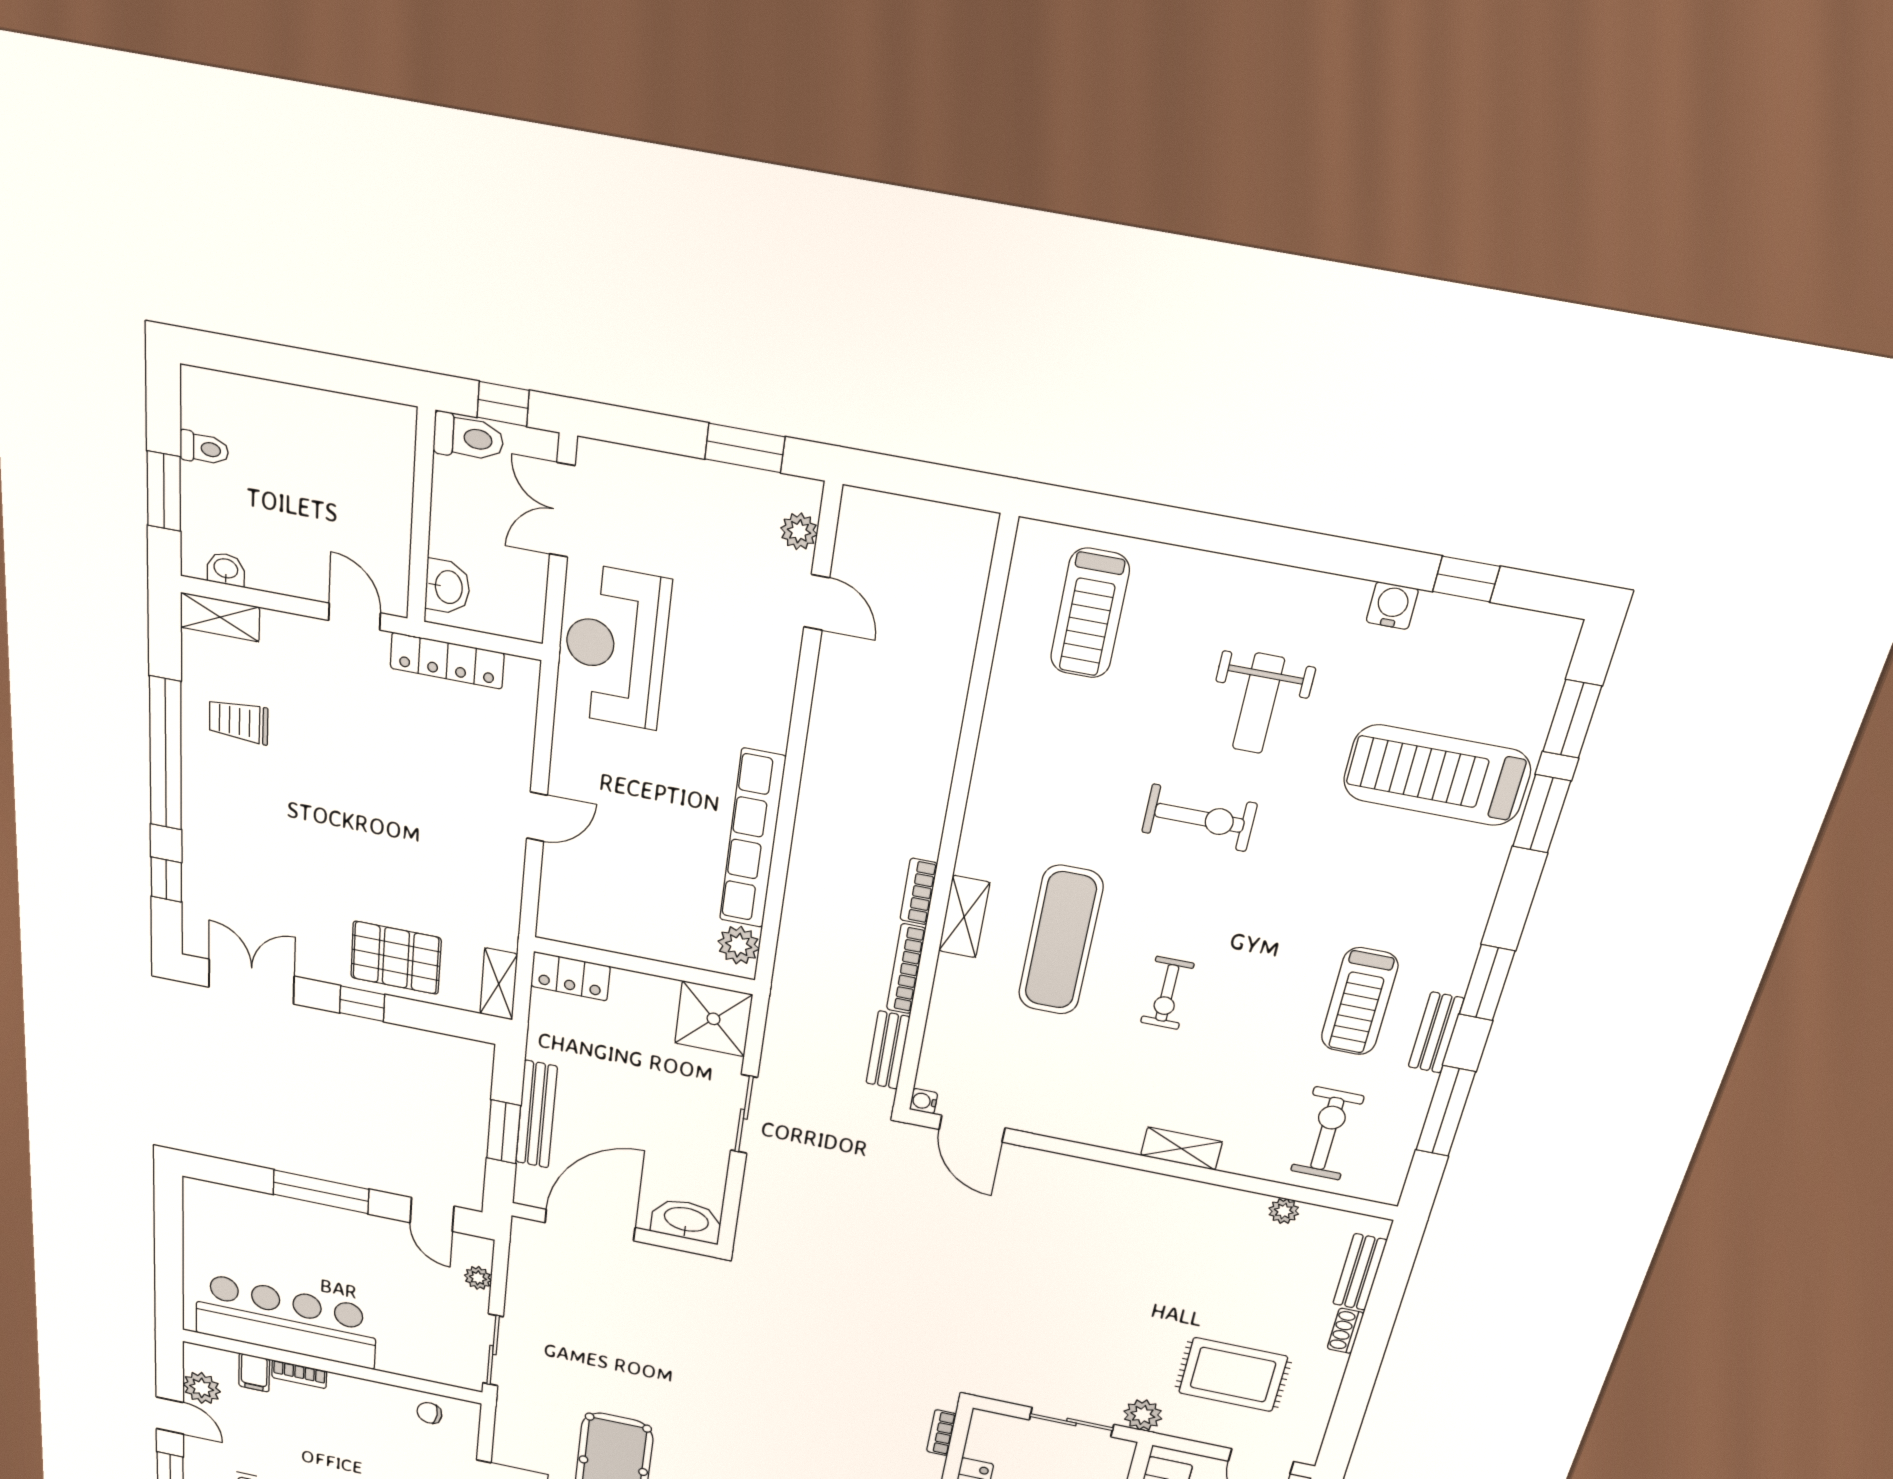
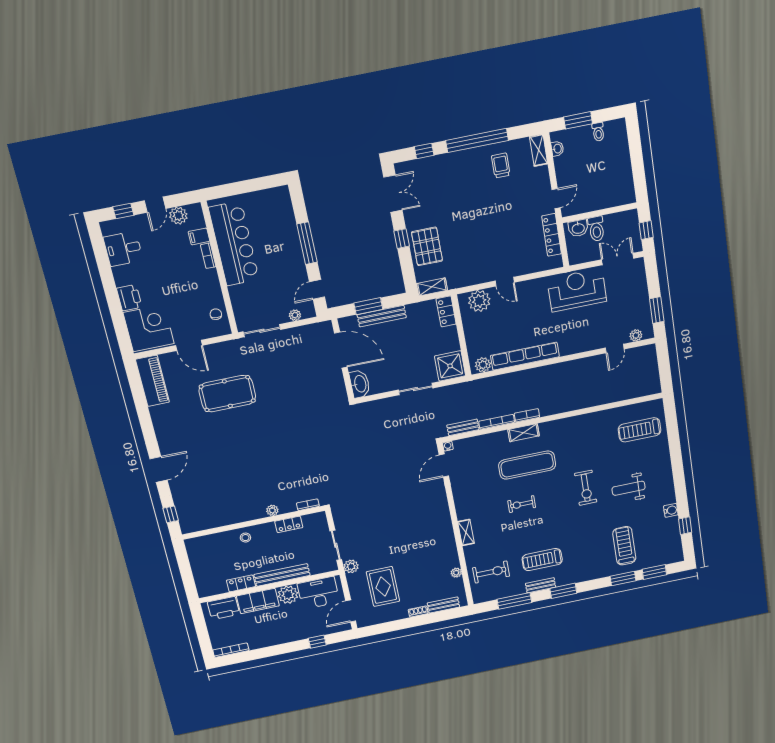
toilet: (468, 438) -> (596, 229), moved
treadmill: (1437, 775) -> (624, 546), width x0.73, depth x0.73
plant: (568, 893) -> (479, 301), added

